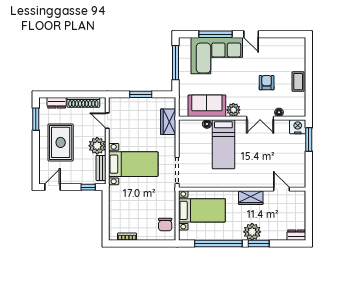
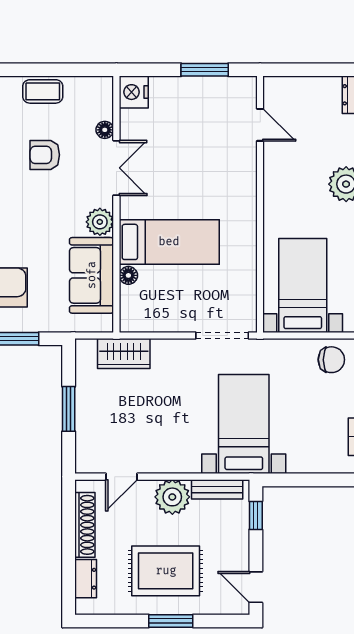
window: (36, 119) -> (171, 621), moved
window: (309, 139) -> (205, 70), moved
bed with nightstands: (133, 164) -> (244, 424), moved
door: (281, 189) -> (260, 125), swing flipped
wardrobe: (251, 198) -> (277, 187), removed

